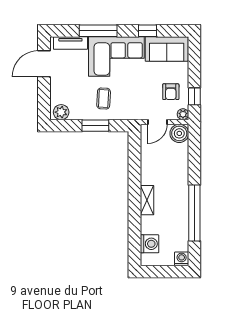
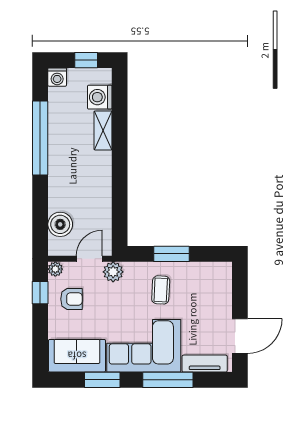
window: (148, 31) -> (102, 380), width x1.50
armchair: (171, 92) -> (71, 299), turned 90
plant: (61, 112) -> (113, 272), moved
boiler: (179, 133) -> (60, 224), moved
shelving: (147, 200) -> (103, 130), moved
window: (160, 272) -> (86, 60), added

